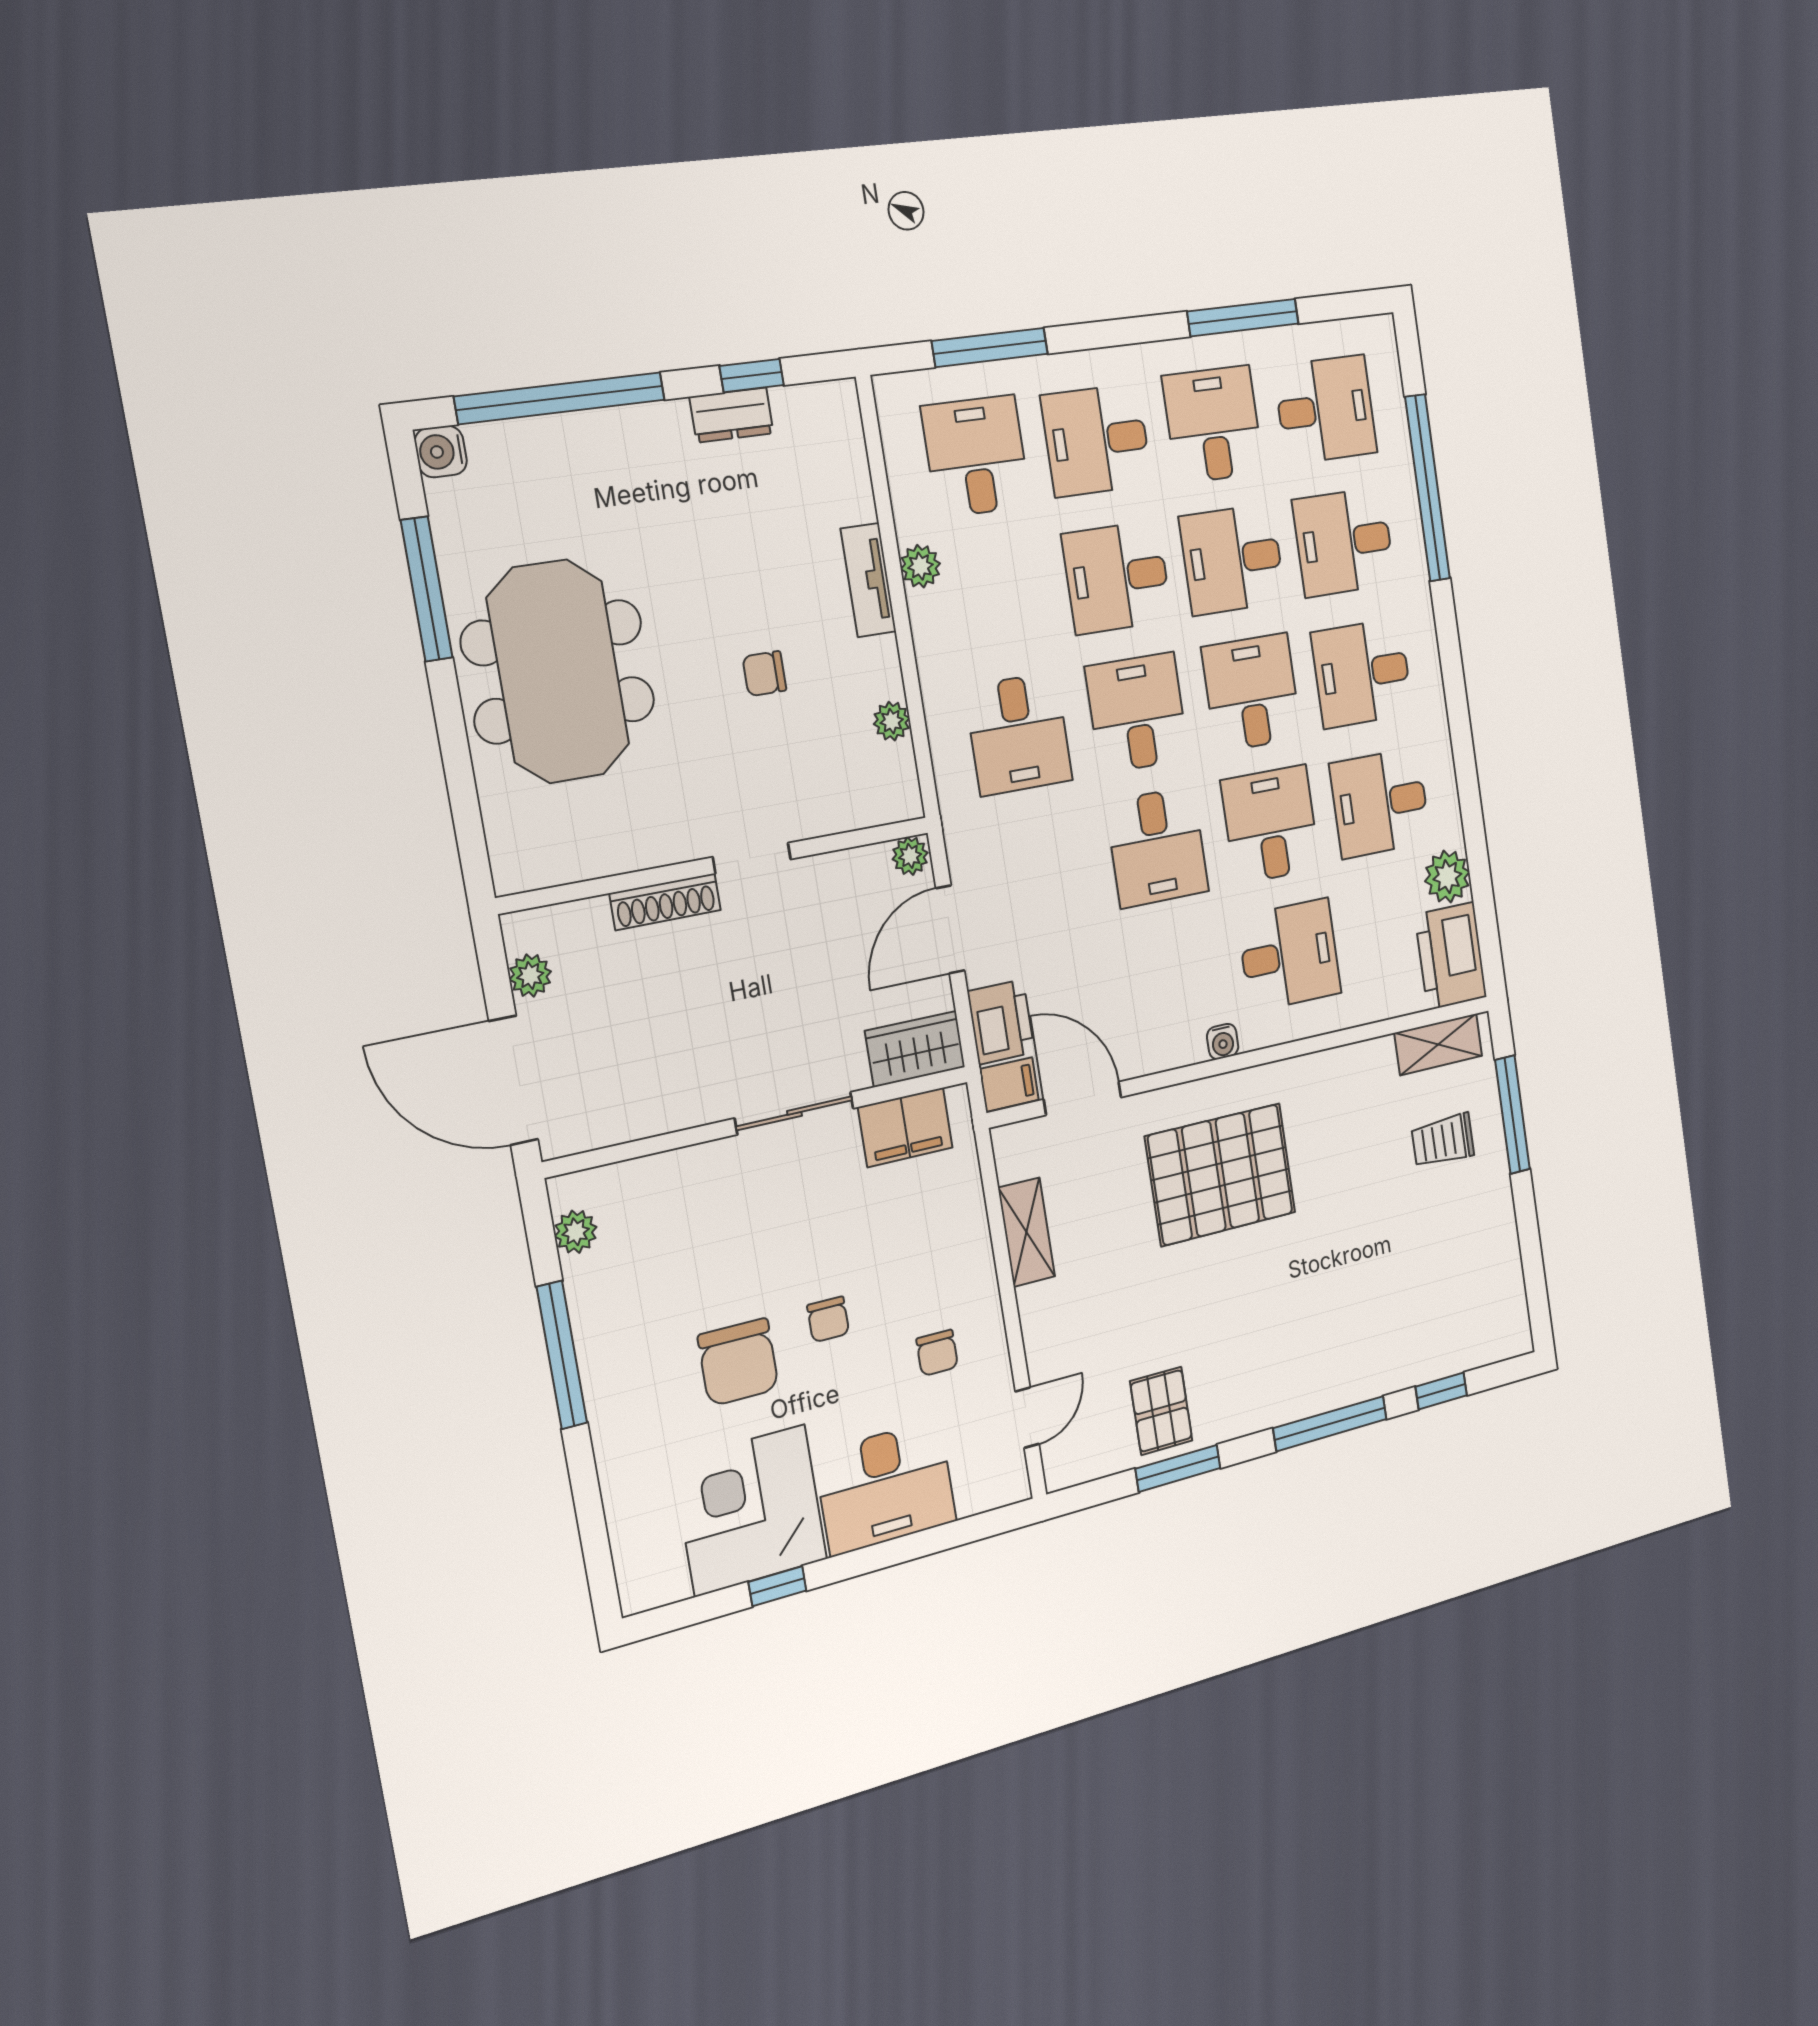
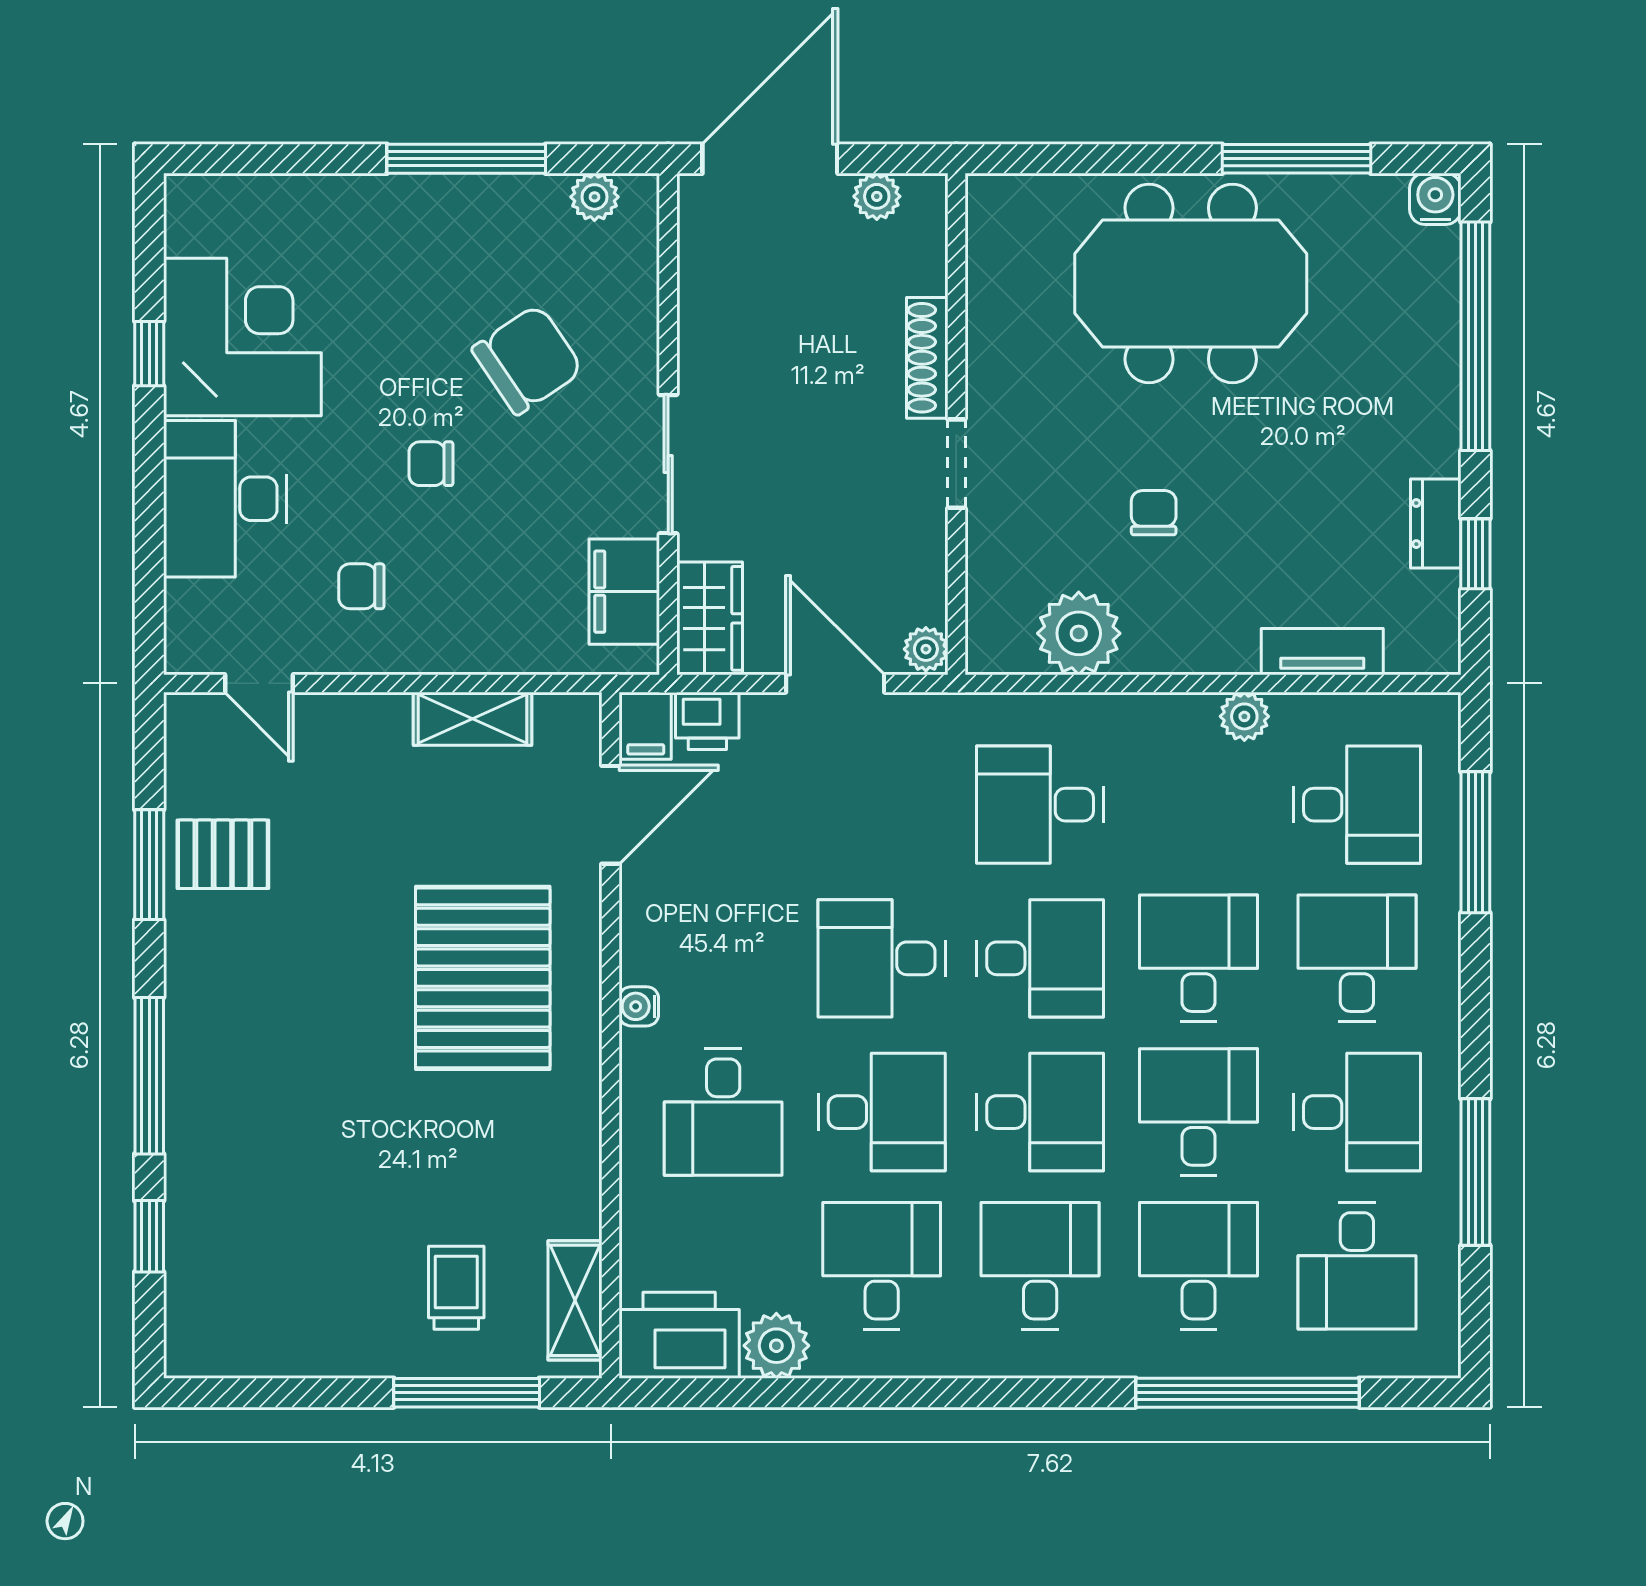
tv unit: (868, 580) -> (1322, 652), moved
plant: (892, 721) -> (1079, 633), width x1.88, depth x1.88
printer: (1001, 1022) -> (707, 721), width x0.73, depth x0.81
chair: (738, 1362) -> (528, 360), moved, turned 146

